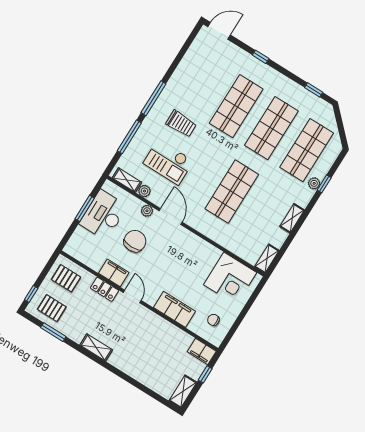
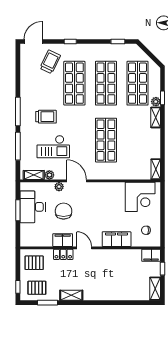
trolley: (224, 65) -> (50, 62), added
shelving: (292, 218) -> (156, 117), moved
shelving: (96, 347) -> (71, 295), moved

